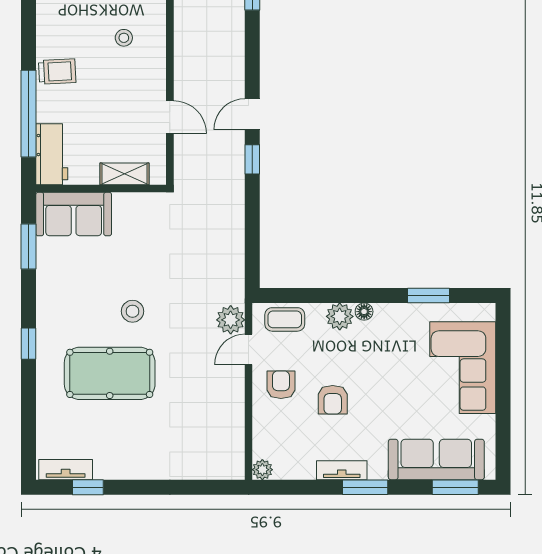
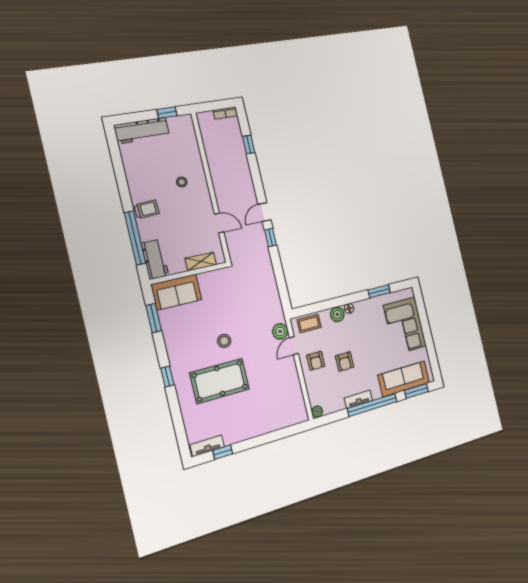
armchair: (281, 385) -> (316, 361), turned 180
window: (365, 487) -> (372, 405), width x2.11

